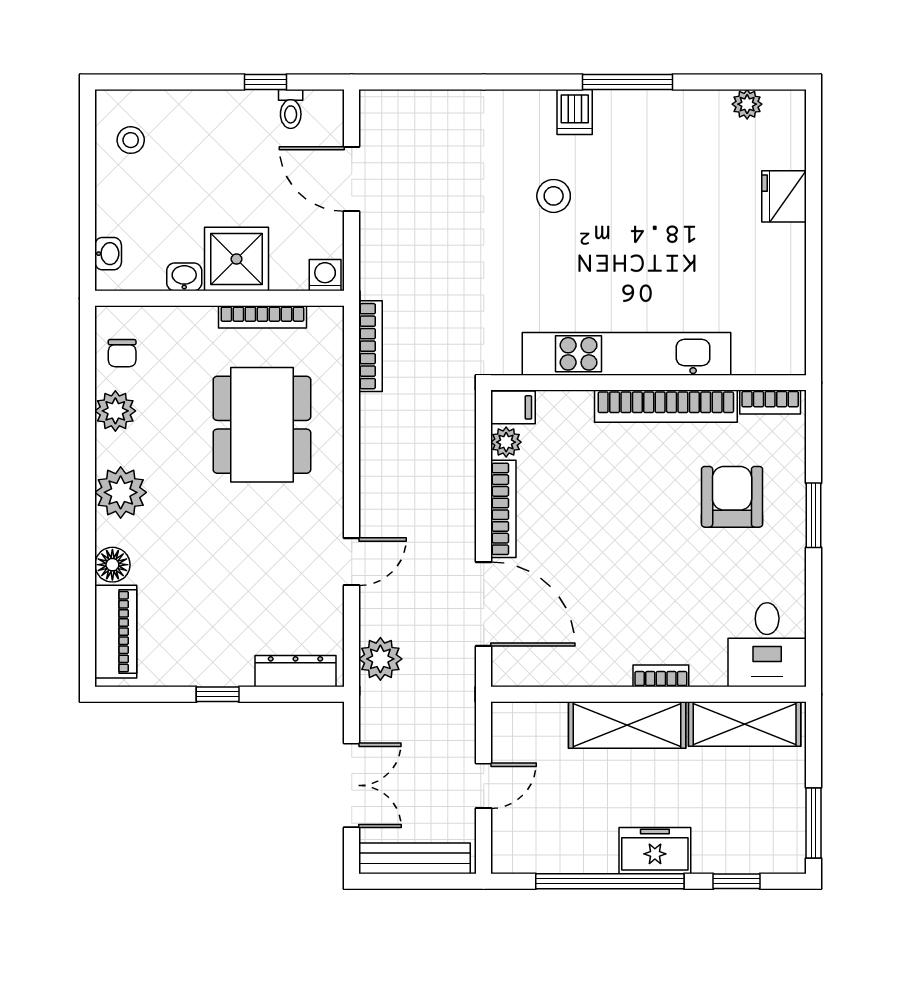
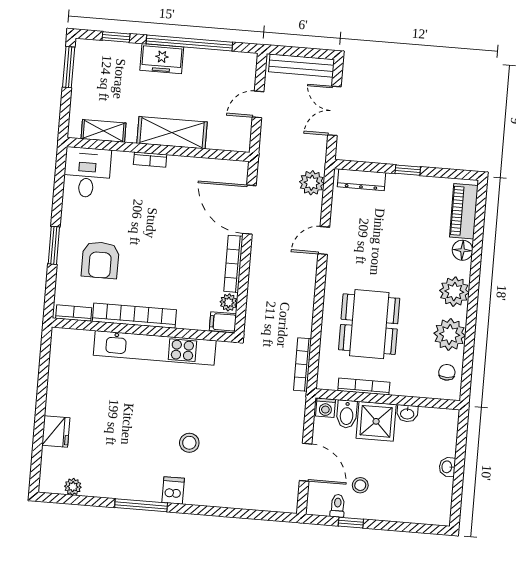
stool: (131, 140) -> (360, 485), moved
washbasin: (108, 254) -> (447, 467), moved
bidet: (288, 267) -> (347, 414), added
plant: (115, 411) -> (450, 334), width x1.36, depth x1.36
shelving: (745, 724) -> (104, 131), width x0.67, depth x0.75

